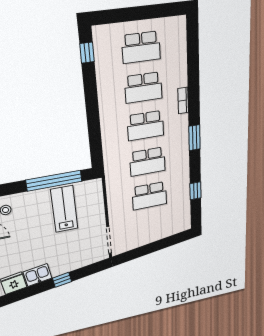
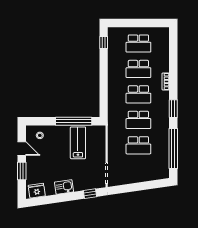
window: (195, 191) -> (173, 148), width x3.17
kitchen sink: (38, 275) -> (64, 187), moved
window: (62, 280) -> (90, 194), moved

